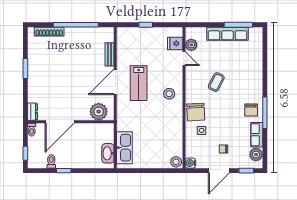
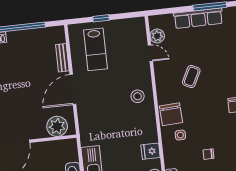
fridge: (175, 43) -> (151, 151), moved
lab bench: (139, 83) -> (96, 49), moved

